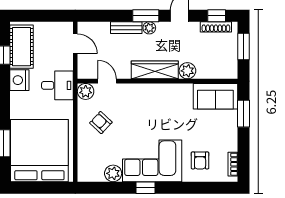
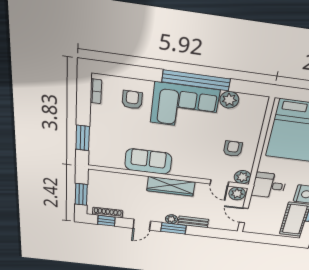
plant: (187, 71) -> (237, 194), moved
sofa: (215, 96) -> (148, 161), moved
armchair: (101, 123) -> (233, 149), turned -133
window: (145, 188) -> (196, 80), width x3.17

